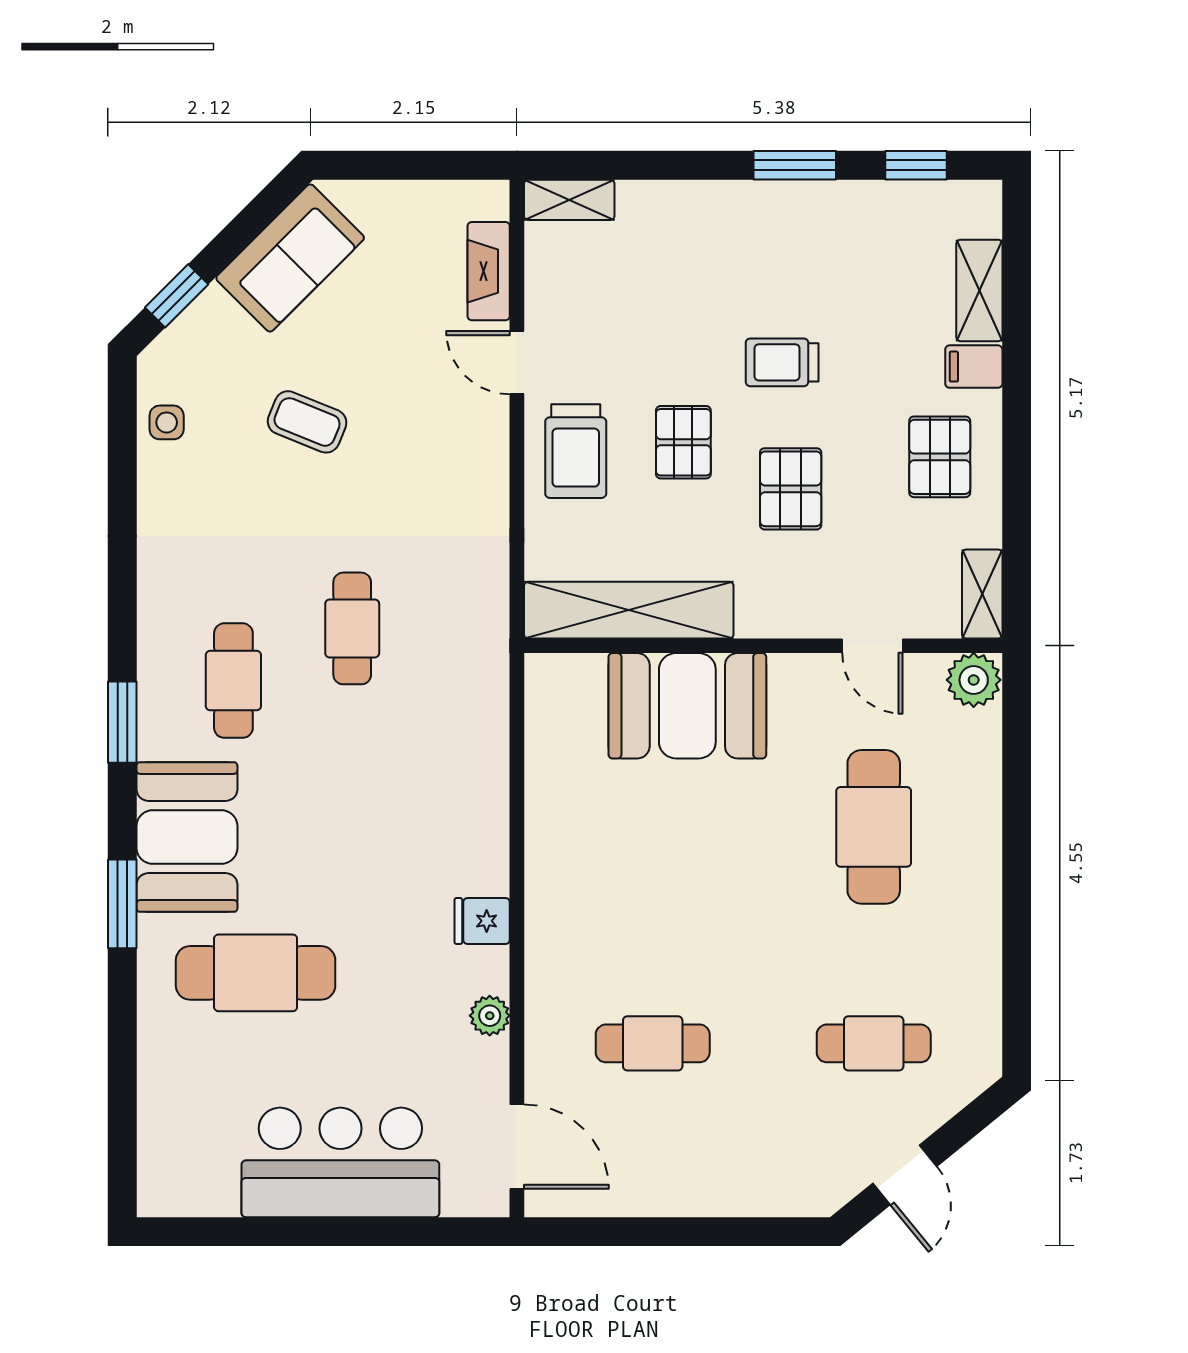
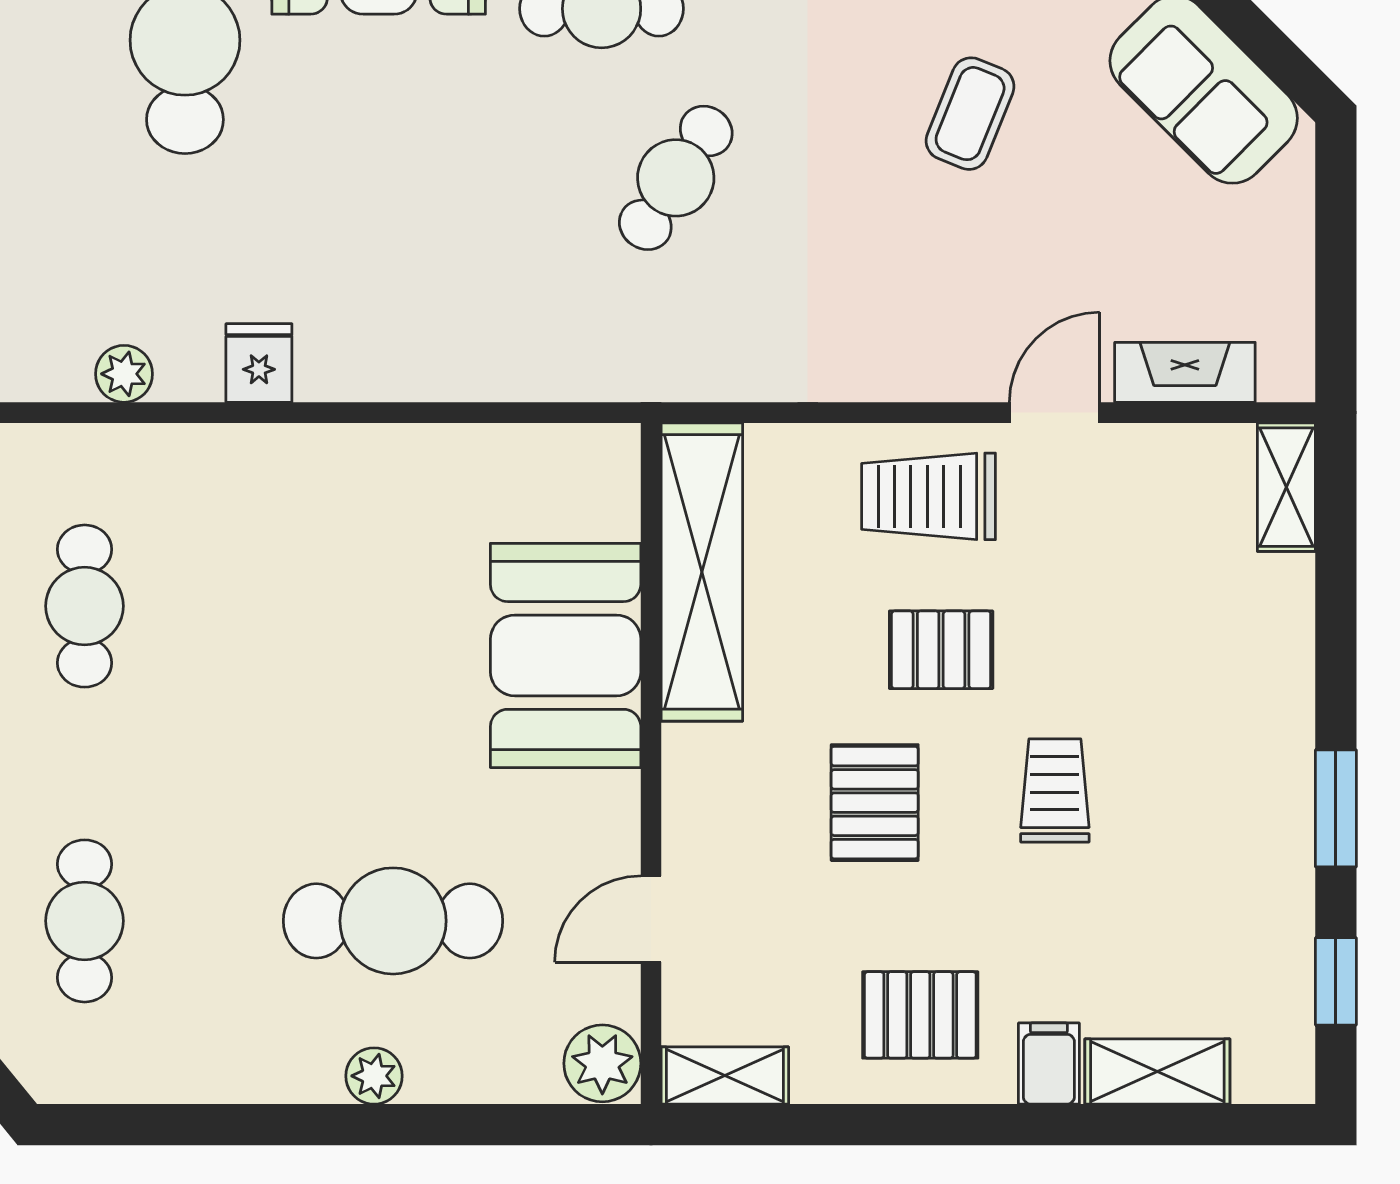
pallet: (791, 489) -> (875, 803), turned 90
cafe table: (352, 628) -> (676, 178), turned -57
plant: (983, 840) -> (374, 1076), added

